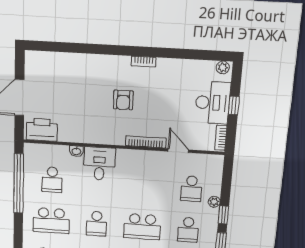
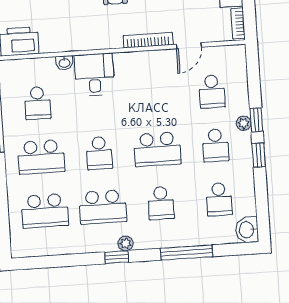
door: (178, 151) -> (189, 46), swing flipped
plant: (214, 202) -> (244, 123), moved

